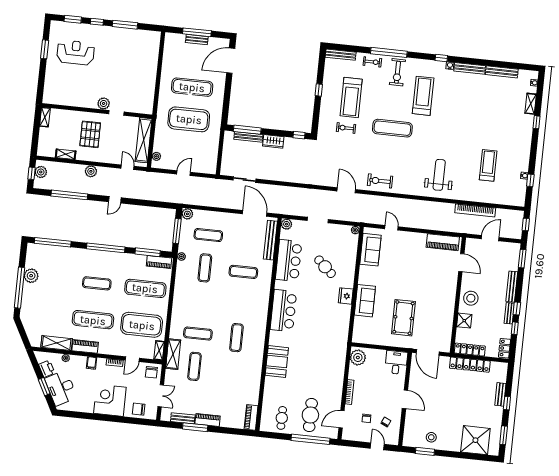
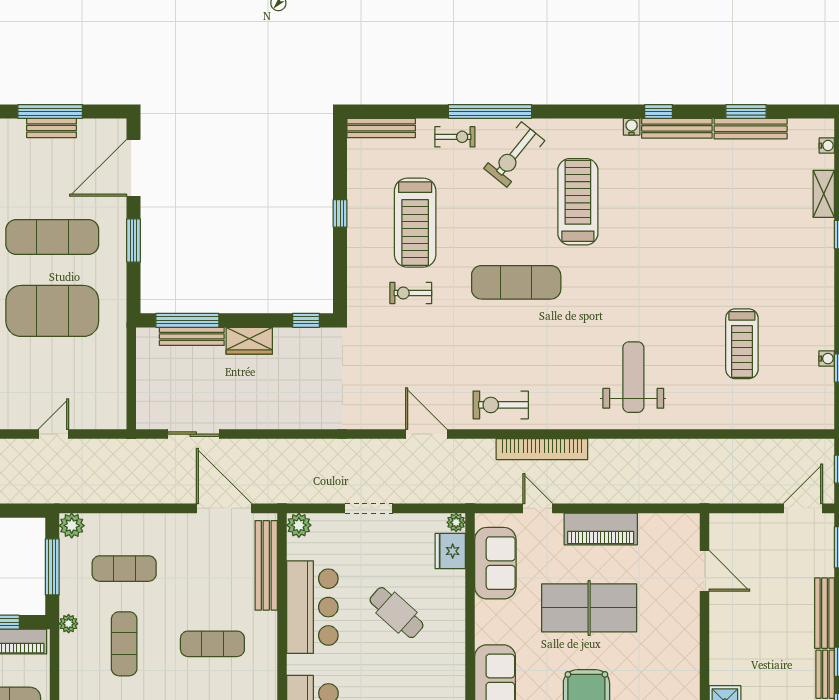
window: (441, 58) -> (659, 112), moved
window: (501, 64) -> (746, 112), added
exercise bike: (397, 72) -> (514, 154), turned 39
window: (227, 92) -> (133, 240), added
treadmill: (488, 165) -> (742, 344), turned 180
bookcase: (475, 210) -> (542, 449), moved
door: (490, 238) -> (803, 508), moved
piano: (443, 242) -> (601, 529), moved
table tennis table: (409, 274) -> (589, 608), added
fridge: (346, 296) -> (450, 551), moved
stool: (471, 298) -> (735, 649), removed

